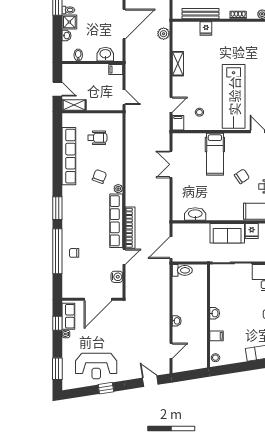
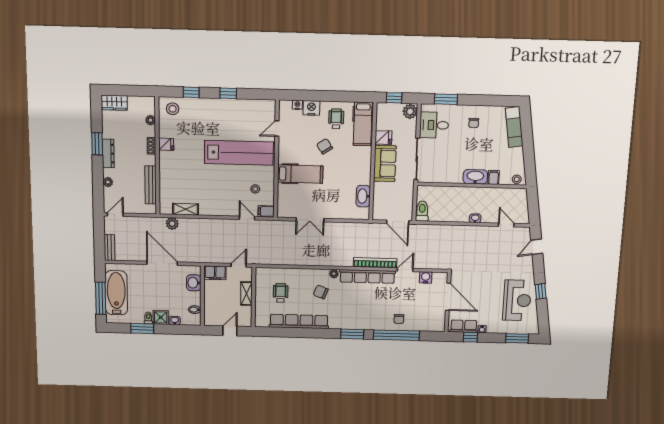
fridge: (206, 29) -> (166, 144), moved
shelving: (178, 64) -> (186, 209), moved
filing cabinet: (116, 70) -> (215, 273), width x2.00
shelving: (74, 105) -> (246, 294), moved
door: (124, 257) -> (405, 270), hinge flipped
washbasin: (215, 313) -> (475, 177), width x1.91, depth x1.45

